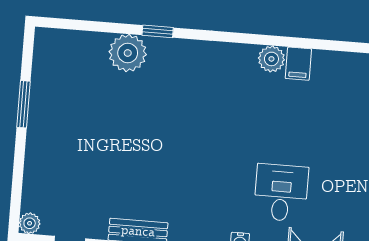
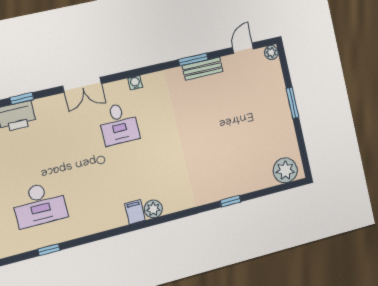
plant: (128, 53) -> (285, 170), moved
window: (23, 104) -> (292, 103), moved

